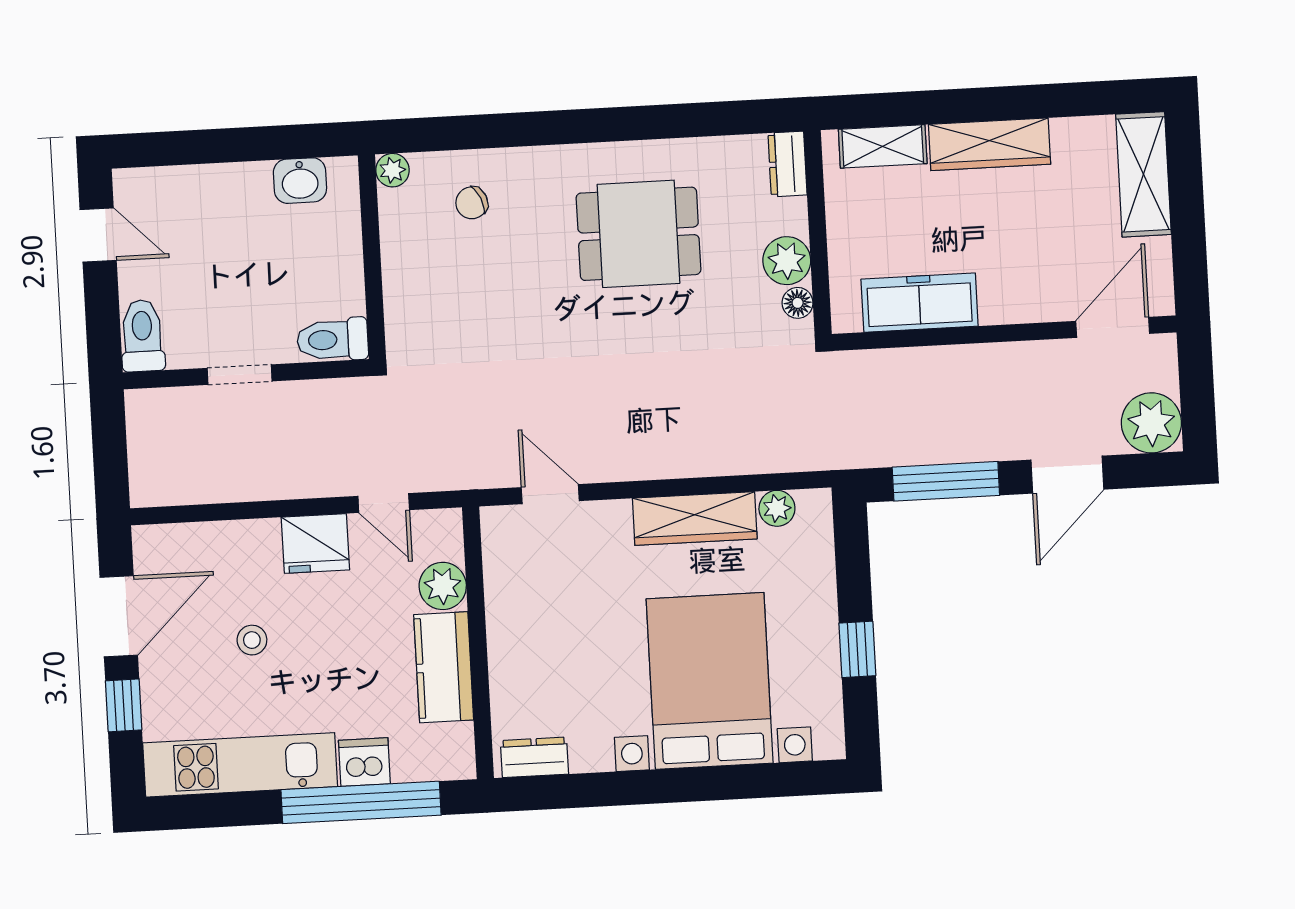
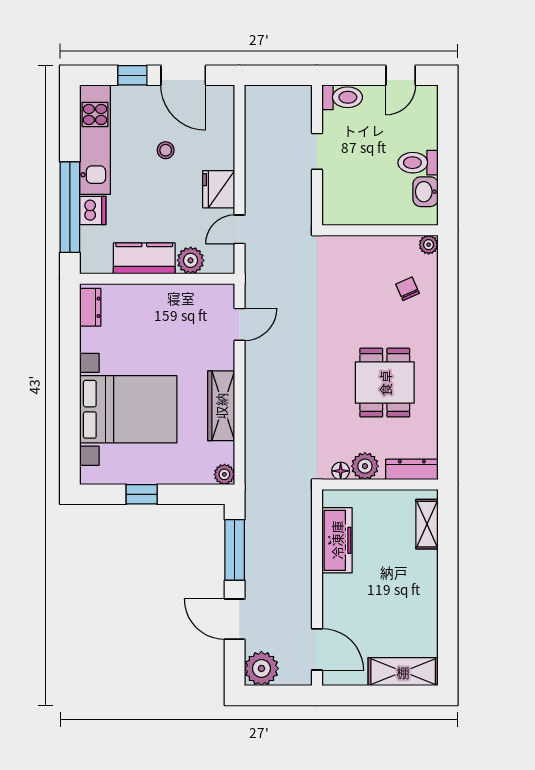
wardrobe: (990, 144) -> (425, 585), removed
dresser: (787, 164) -> (412, 469), width x1.44
toilet: (333, 340) -> (418, 163), moved, turned -90
plant: (777, 508) -> (224, 474), moved

